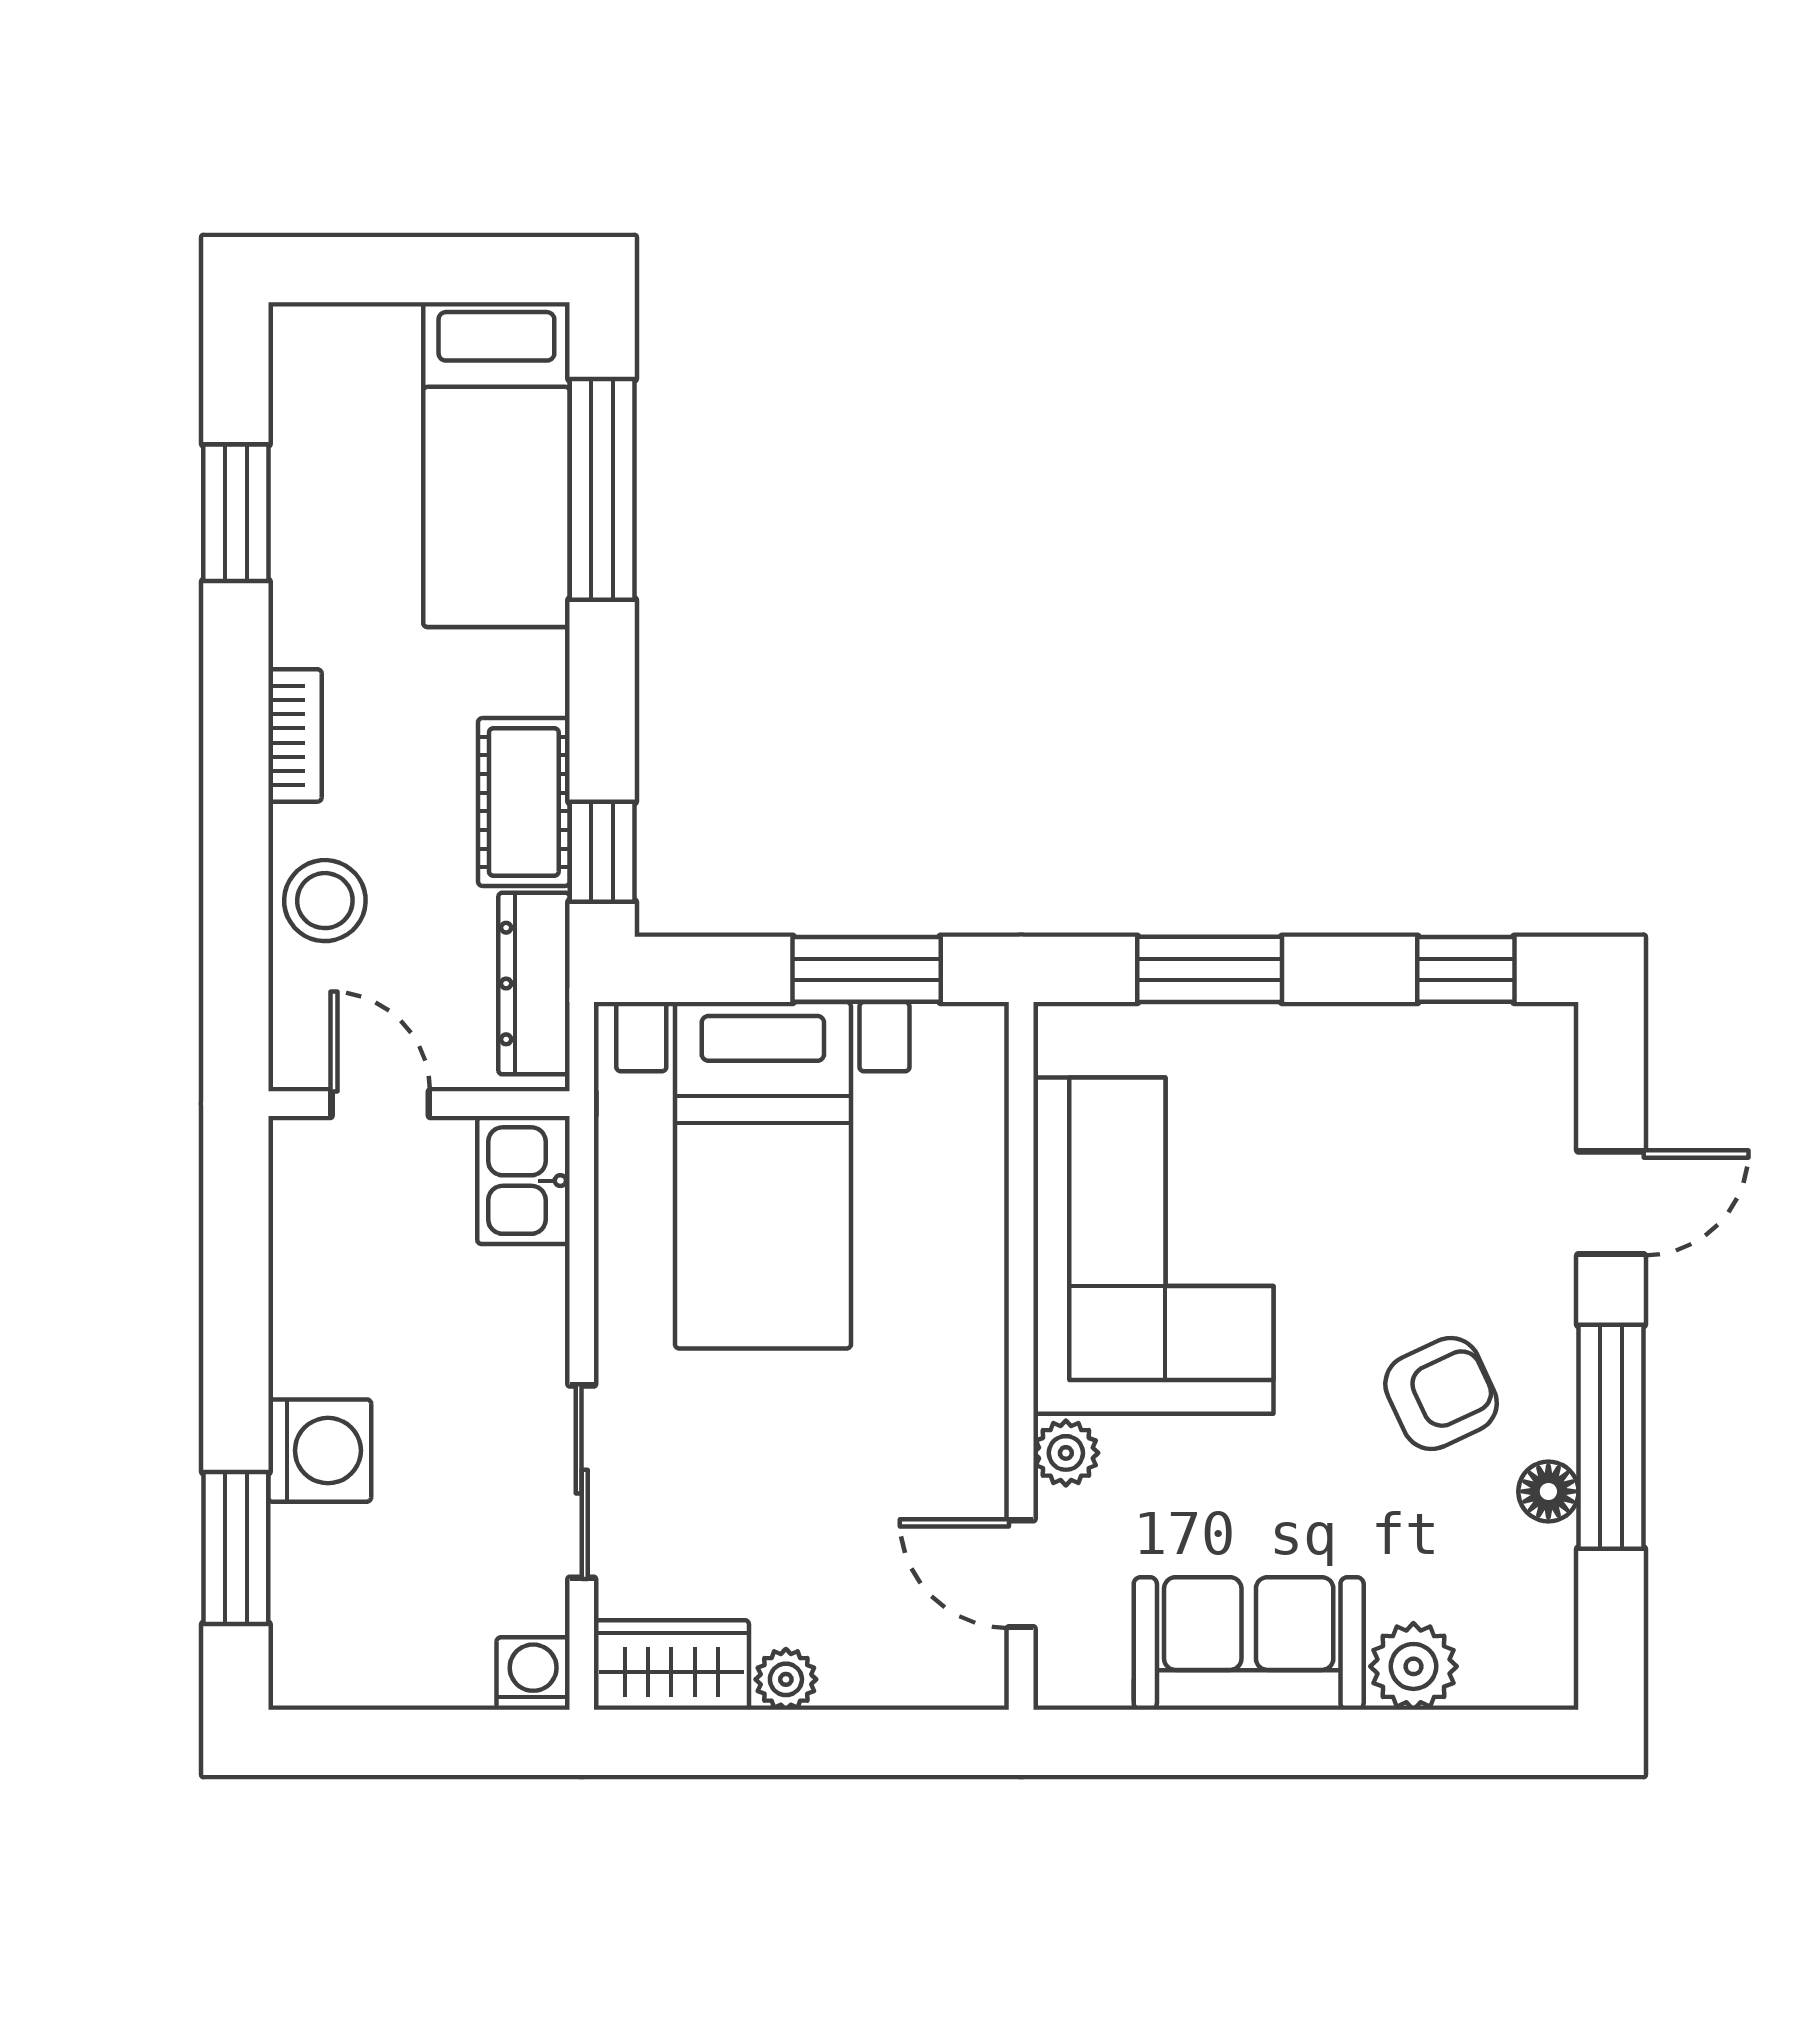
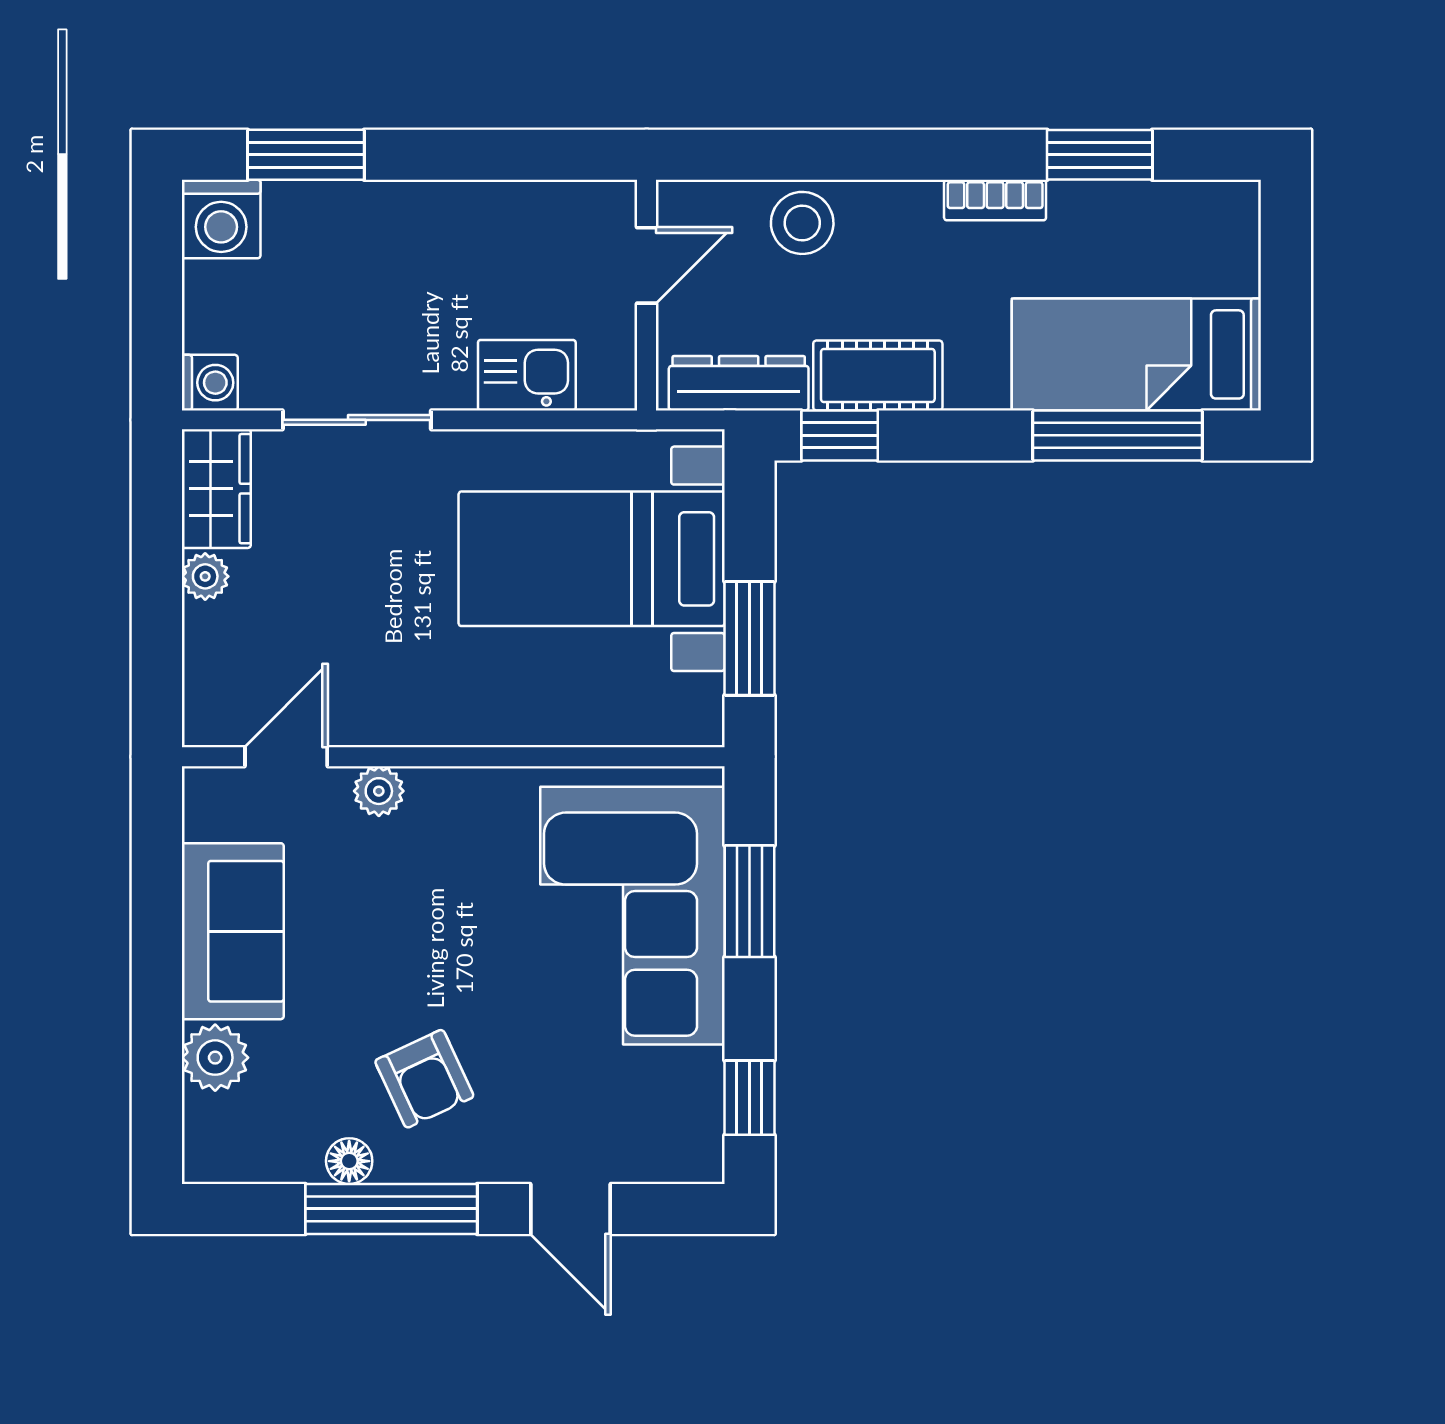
bookcase: (295, 735) -> (995, 200), moved
kitchen sink: (523, 1181) -> (527, 375), moved
corner sofa: (1153, 1246) -> (632, 916), moved, turned 90
washing machine: (320, 1451) -> (221, 219), moved

